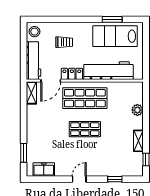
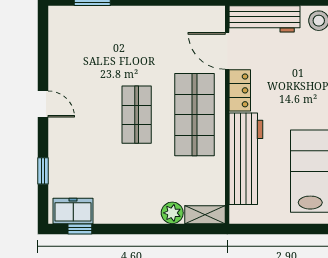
trolley: (64, 42) -> (299, 76), removed
shelving: (31, 93) -> (204, 15), removed
shelving: (138, 141) -> (205, 215), moved
freezer: (44, 170) -> (73, 211), moved, turned -90

